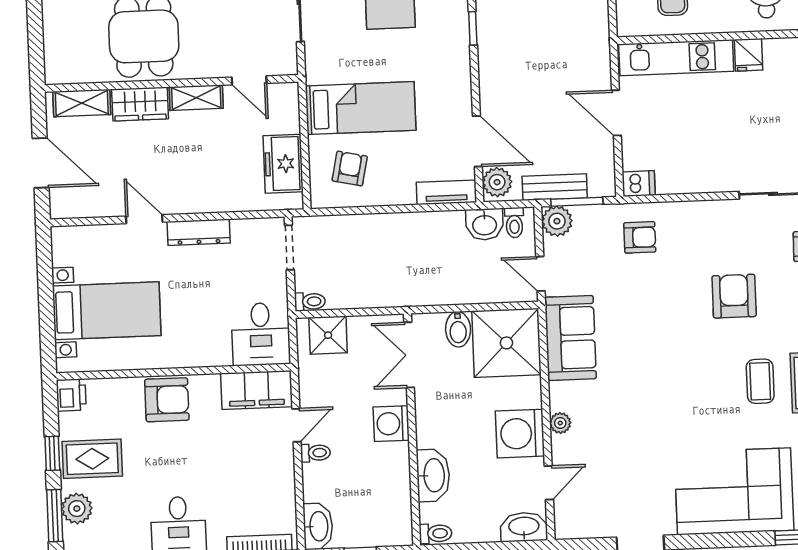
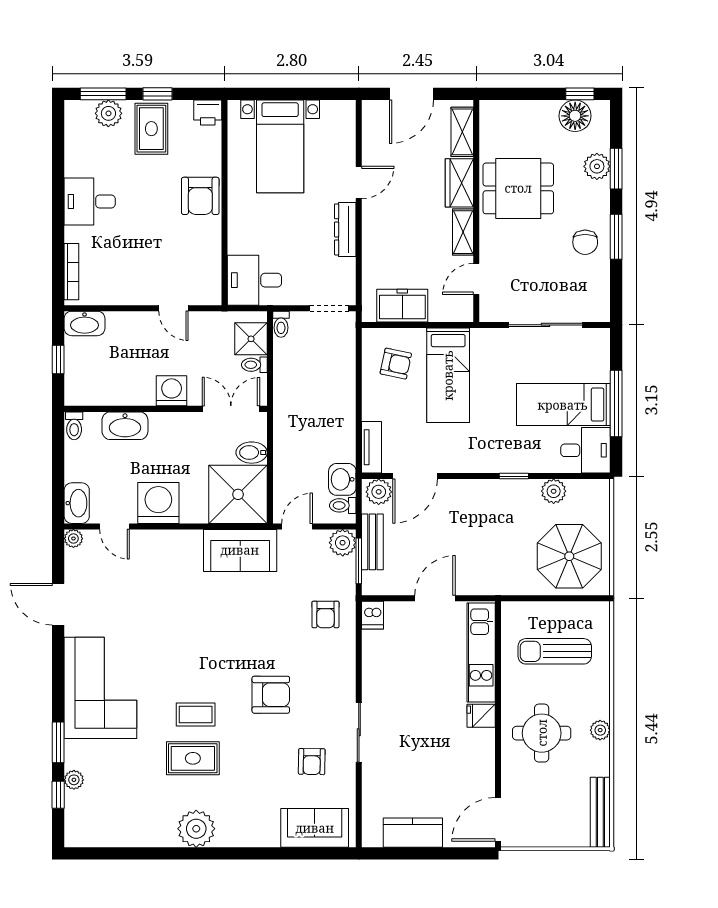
filing cabinet: (256, 390) -> (206, 274), removed
plant: (560, 423) -> (73, 538), moved
toilet: (316, 453) -> (254, 365), moved, turned 90

